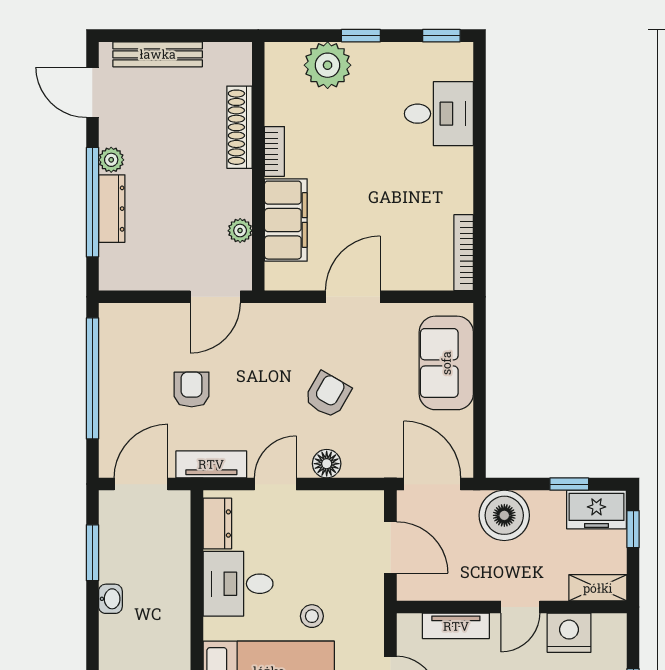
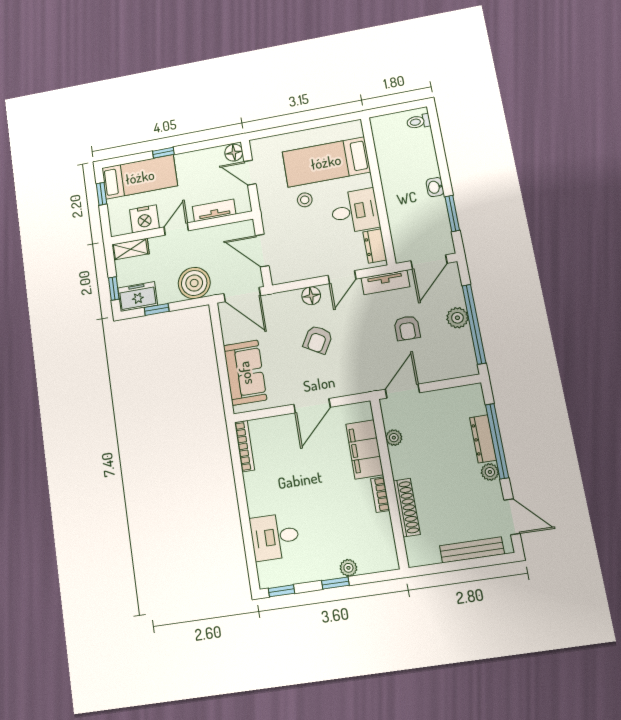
plant: (328, 65) -> (348, 568), width x0.53, depth x0.53
plant: (115, 392) -> (457, 318), added

